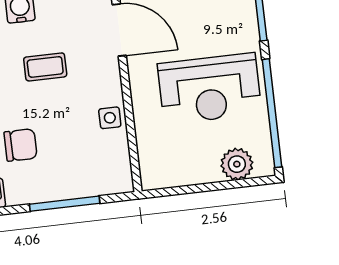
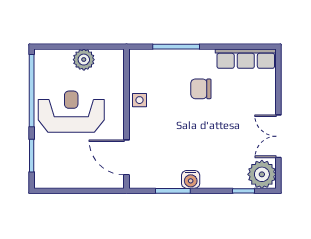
coffee table: (45, 67) -> (178, 139), removed
plant: (237, 164) -> (84, 60), moved

